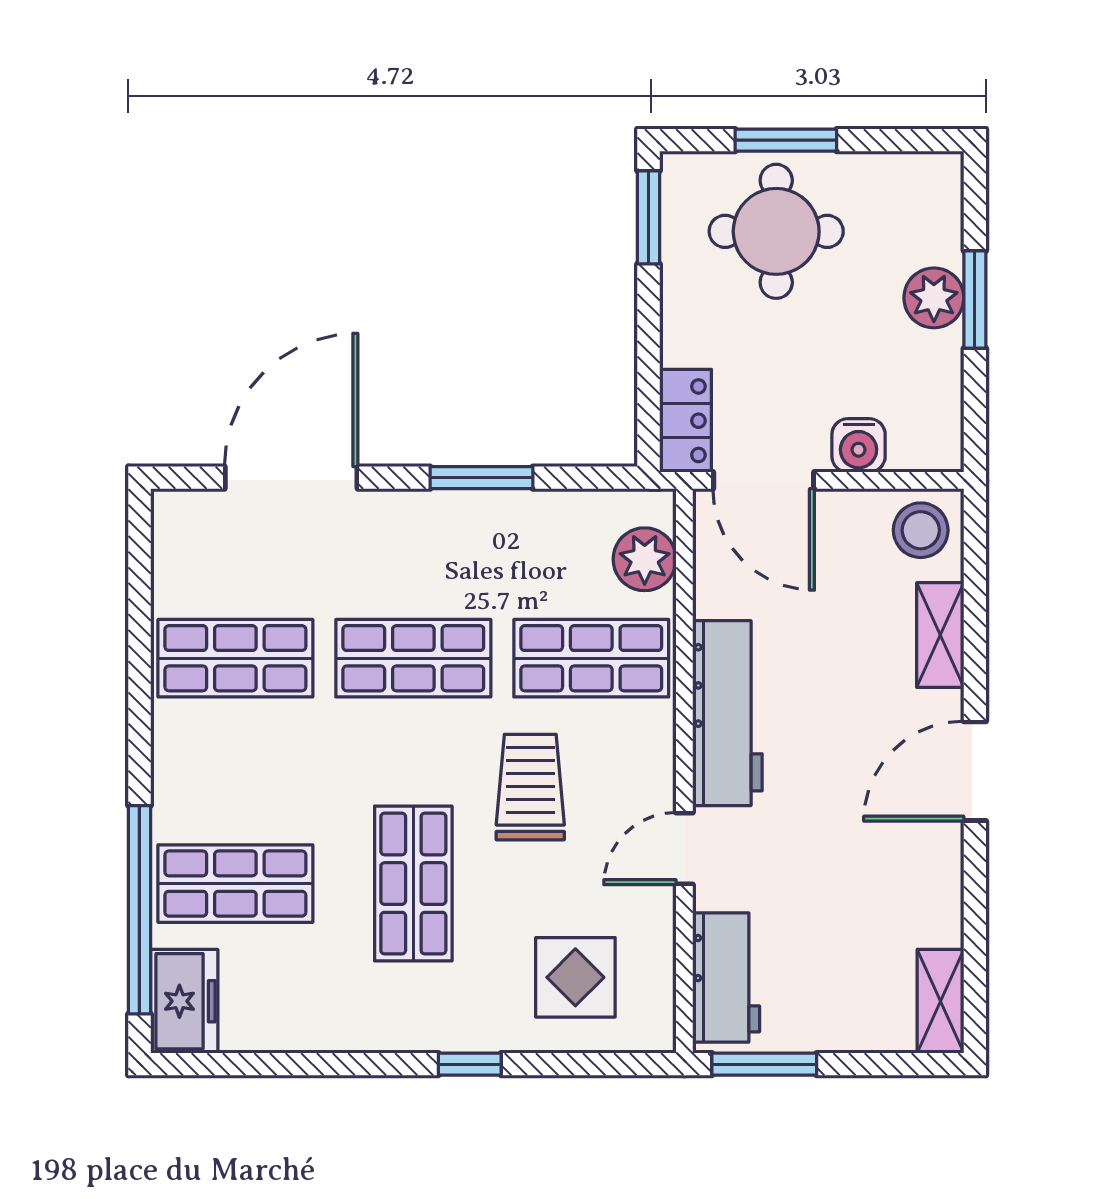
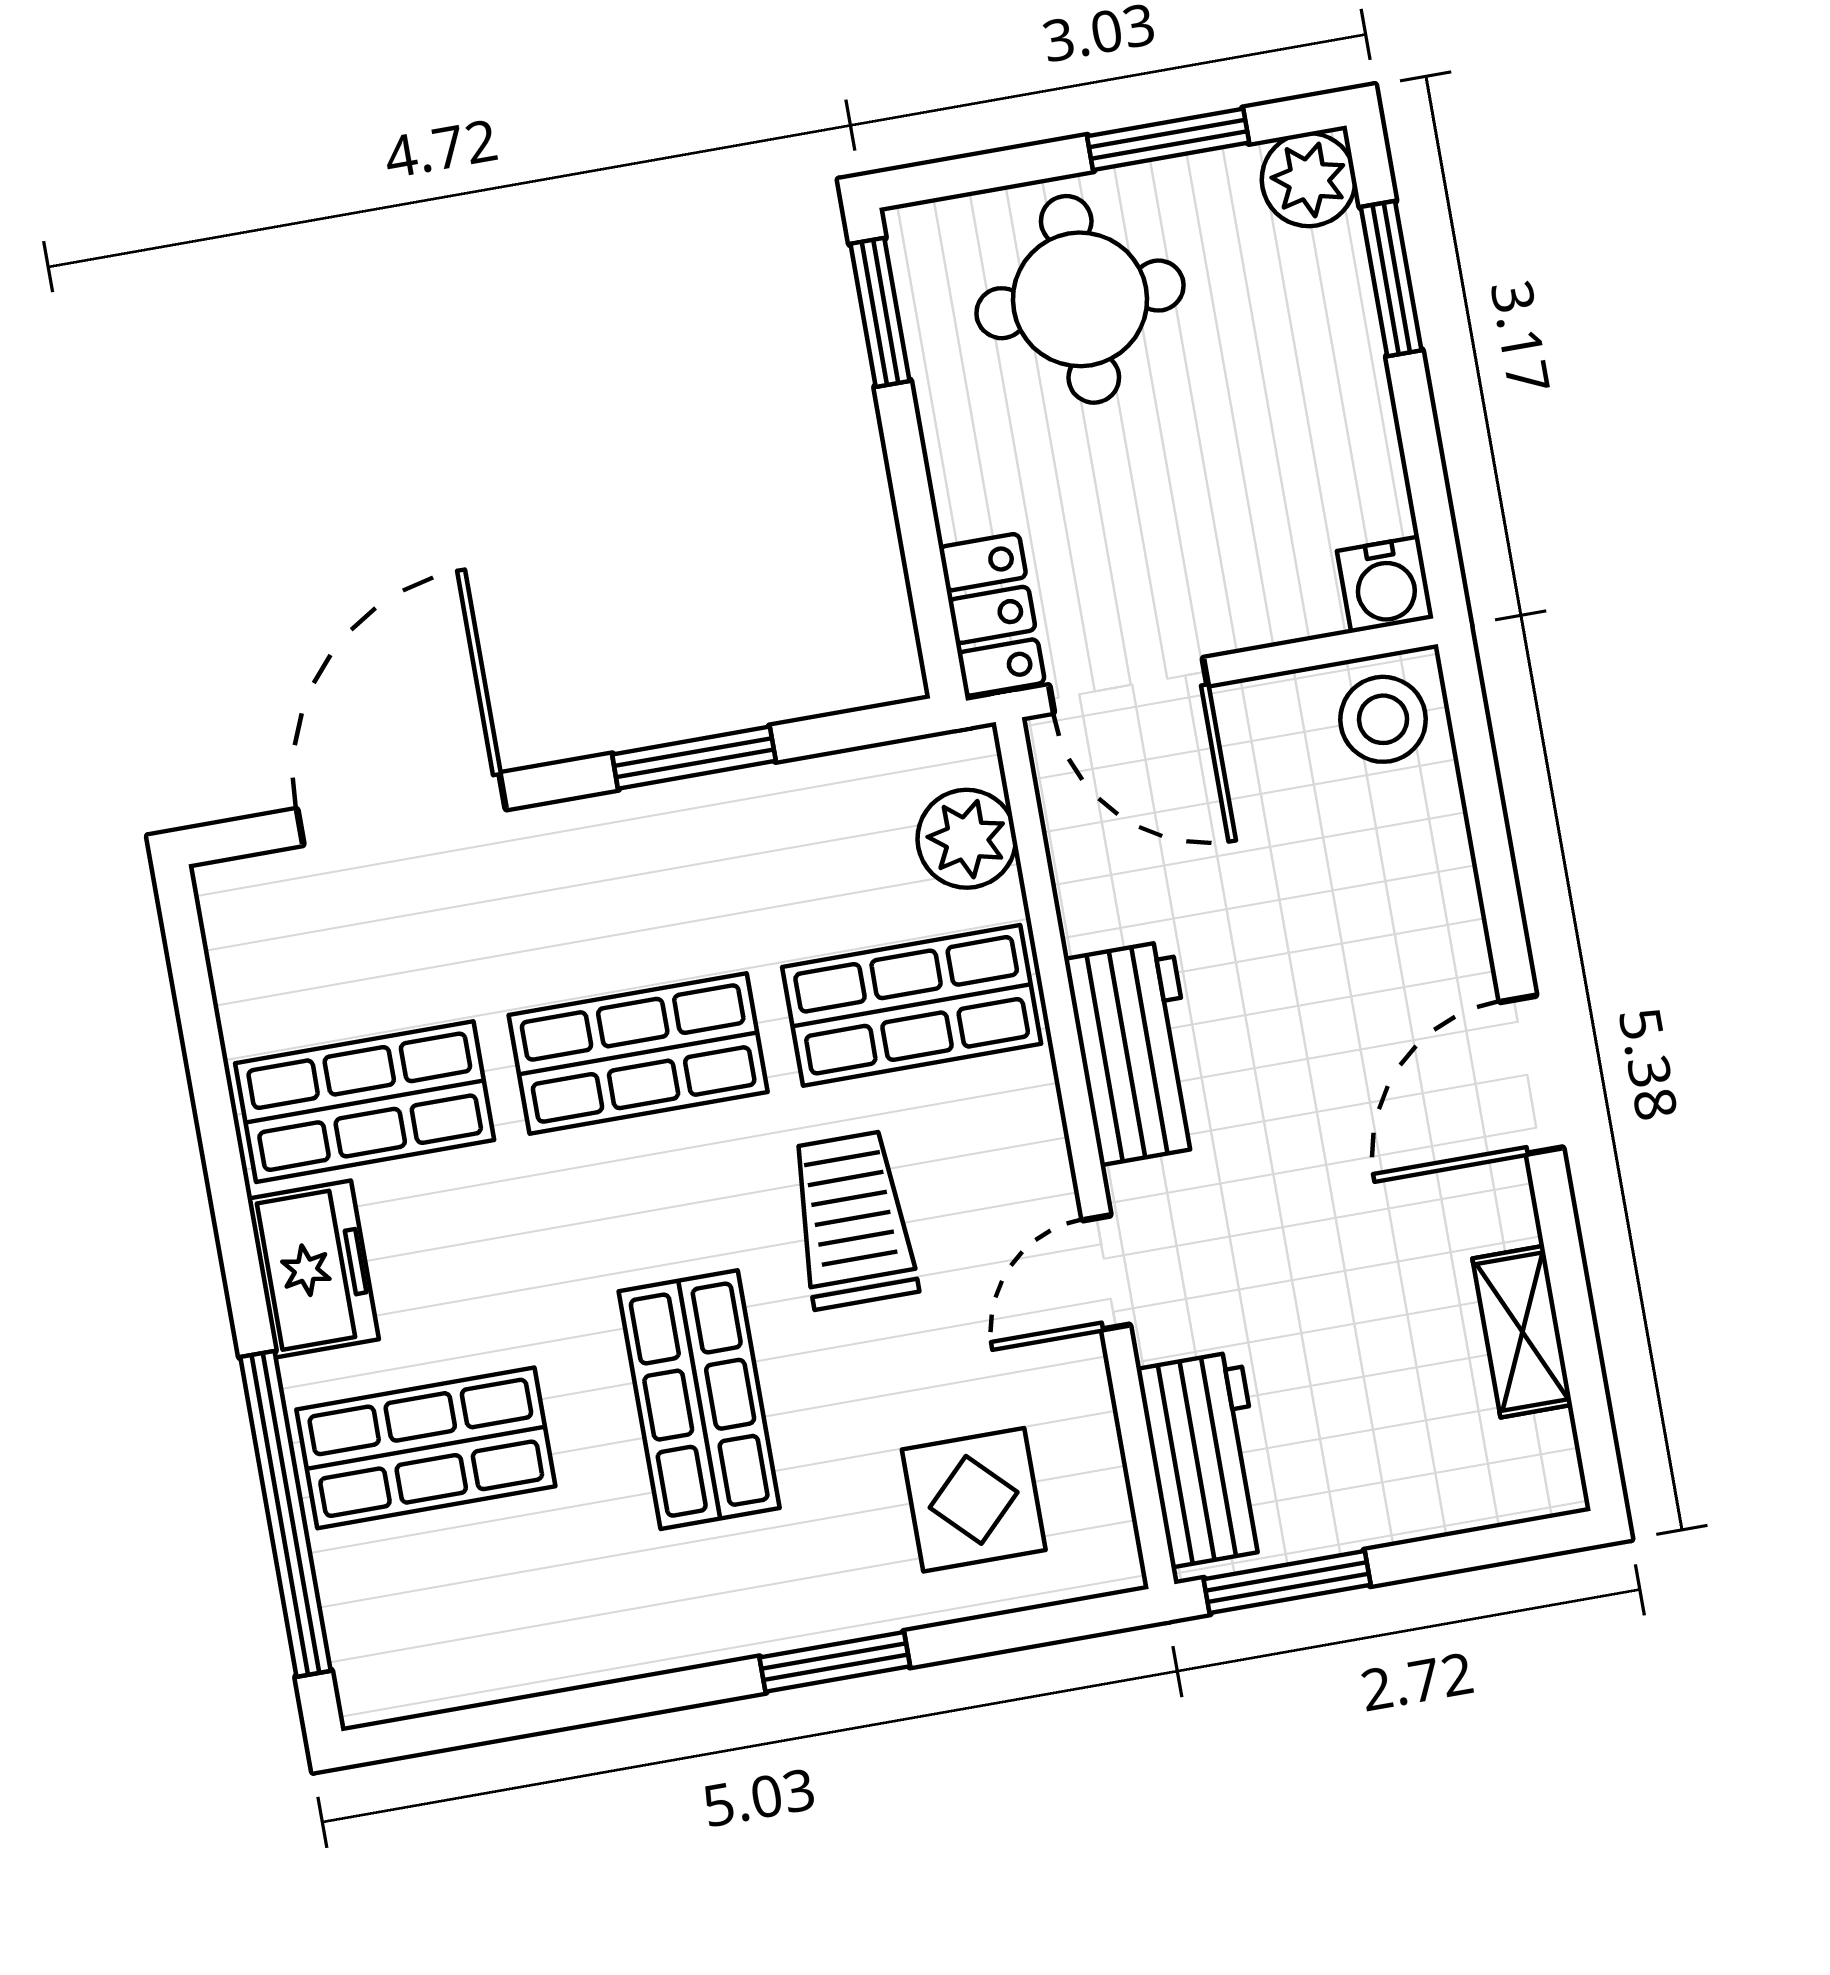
window: (786, 140) -> (1168, 139), moved
plant: (934, 298) -> (1309, 180), moved
window: (975, 300) -> (1391, 279), moved
water cooler: (859, 445) -> (1385, 585), moved
shelving: (940, 635) -> (1441, 875), removed
workbench: (727, 713) -> (1136, 1053), width x0.73
freezer: (184, 1001) -> (313, 1269), moved
shelving: (940, 1001) -> (1522, 1332), moved
window: (470, 1064) -> (835, 1662), width x1.50

